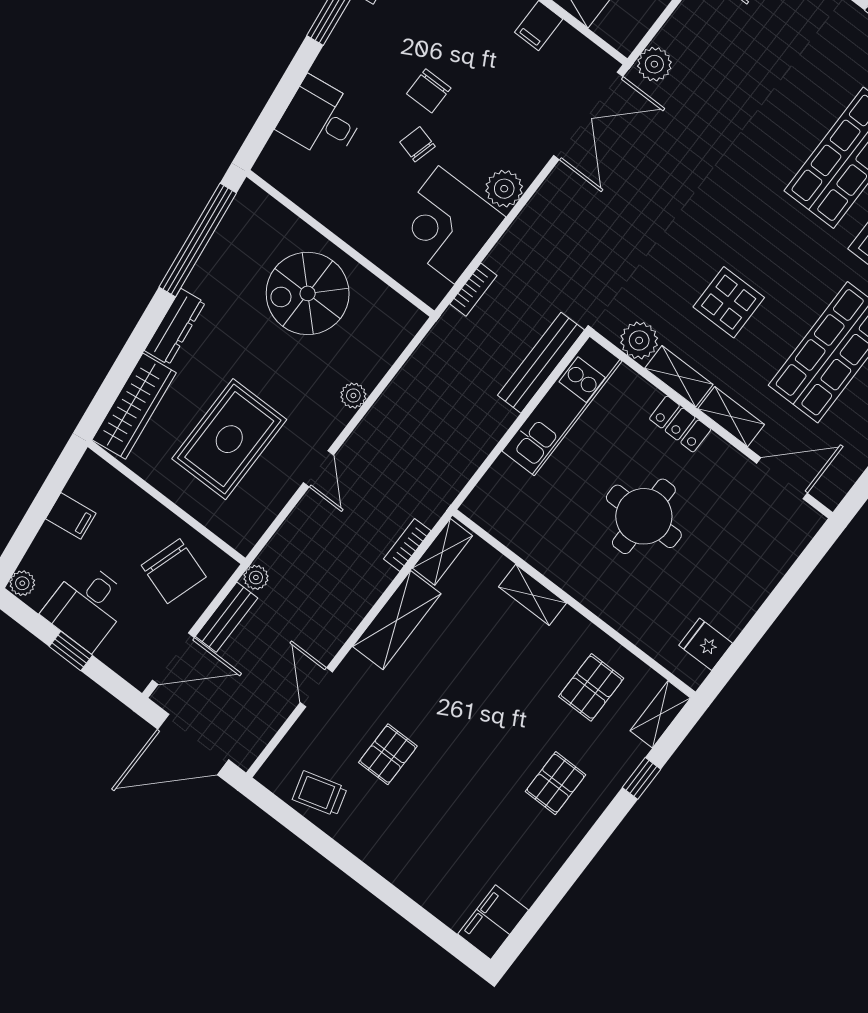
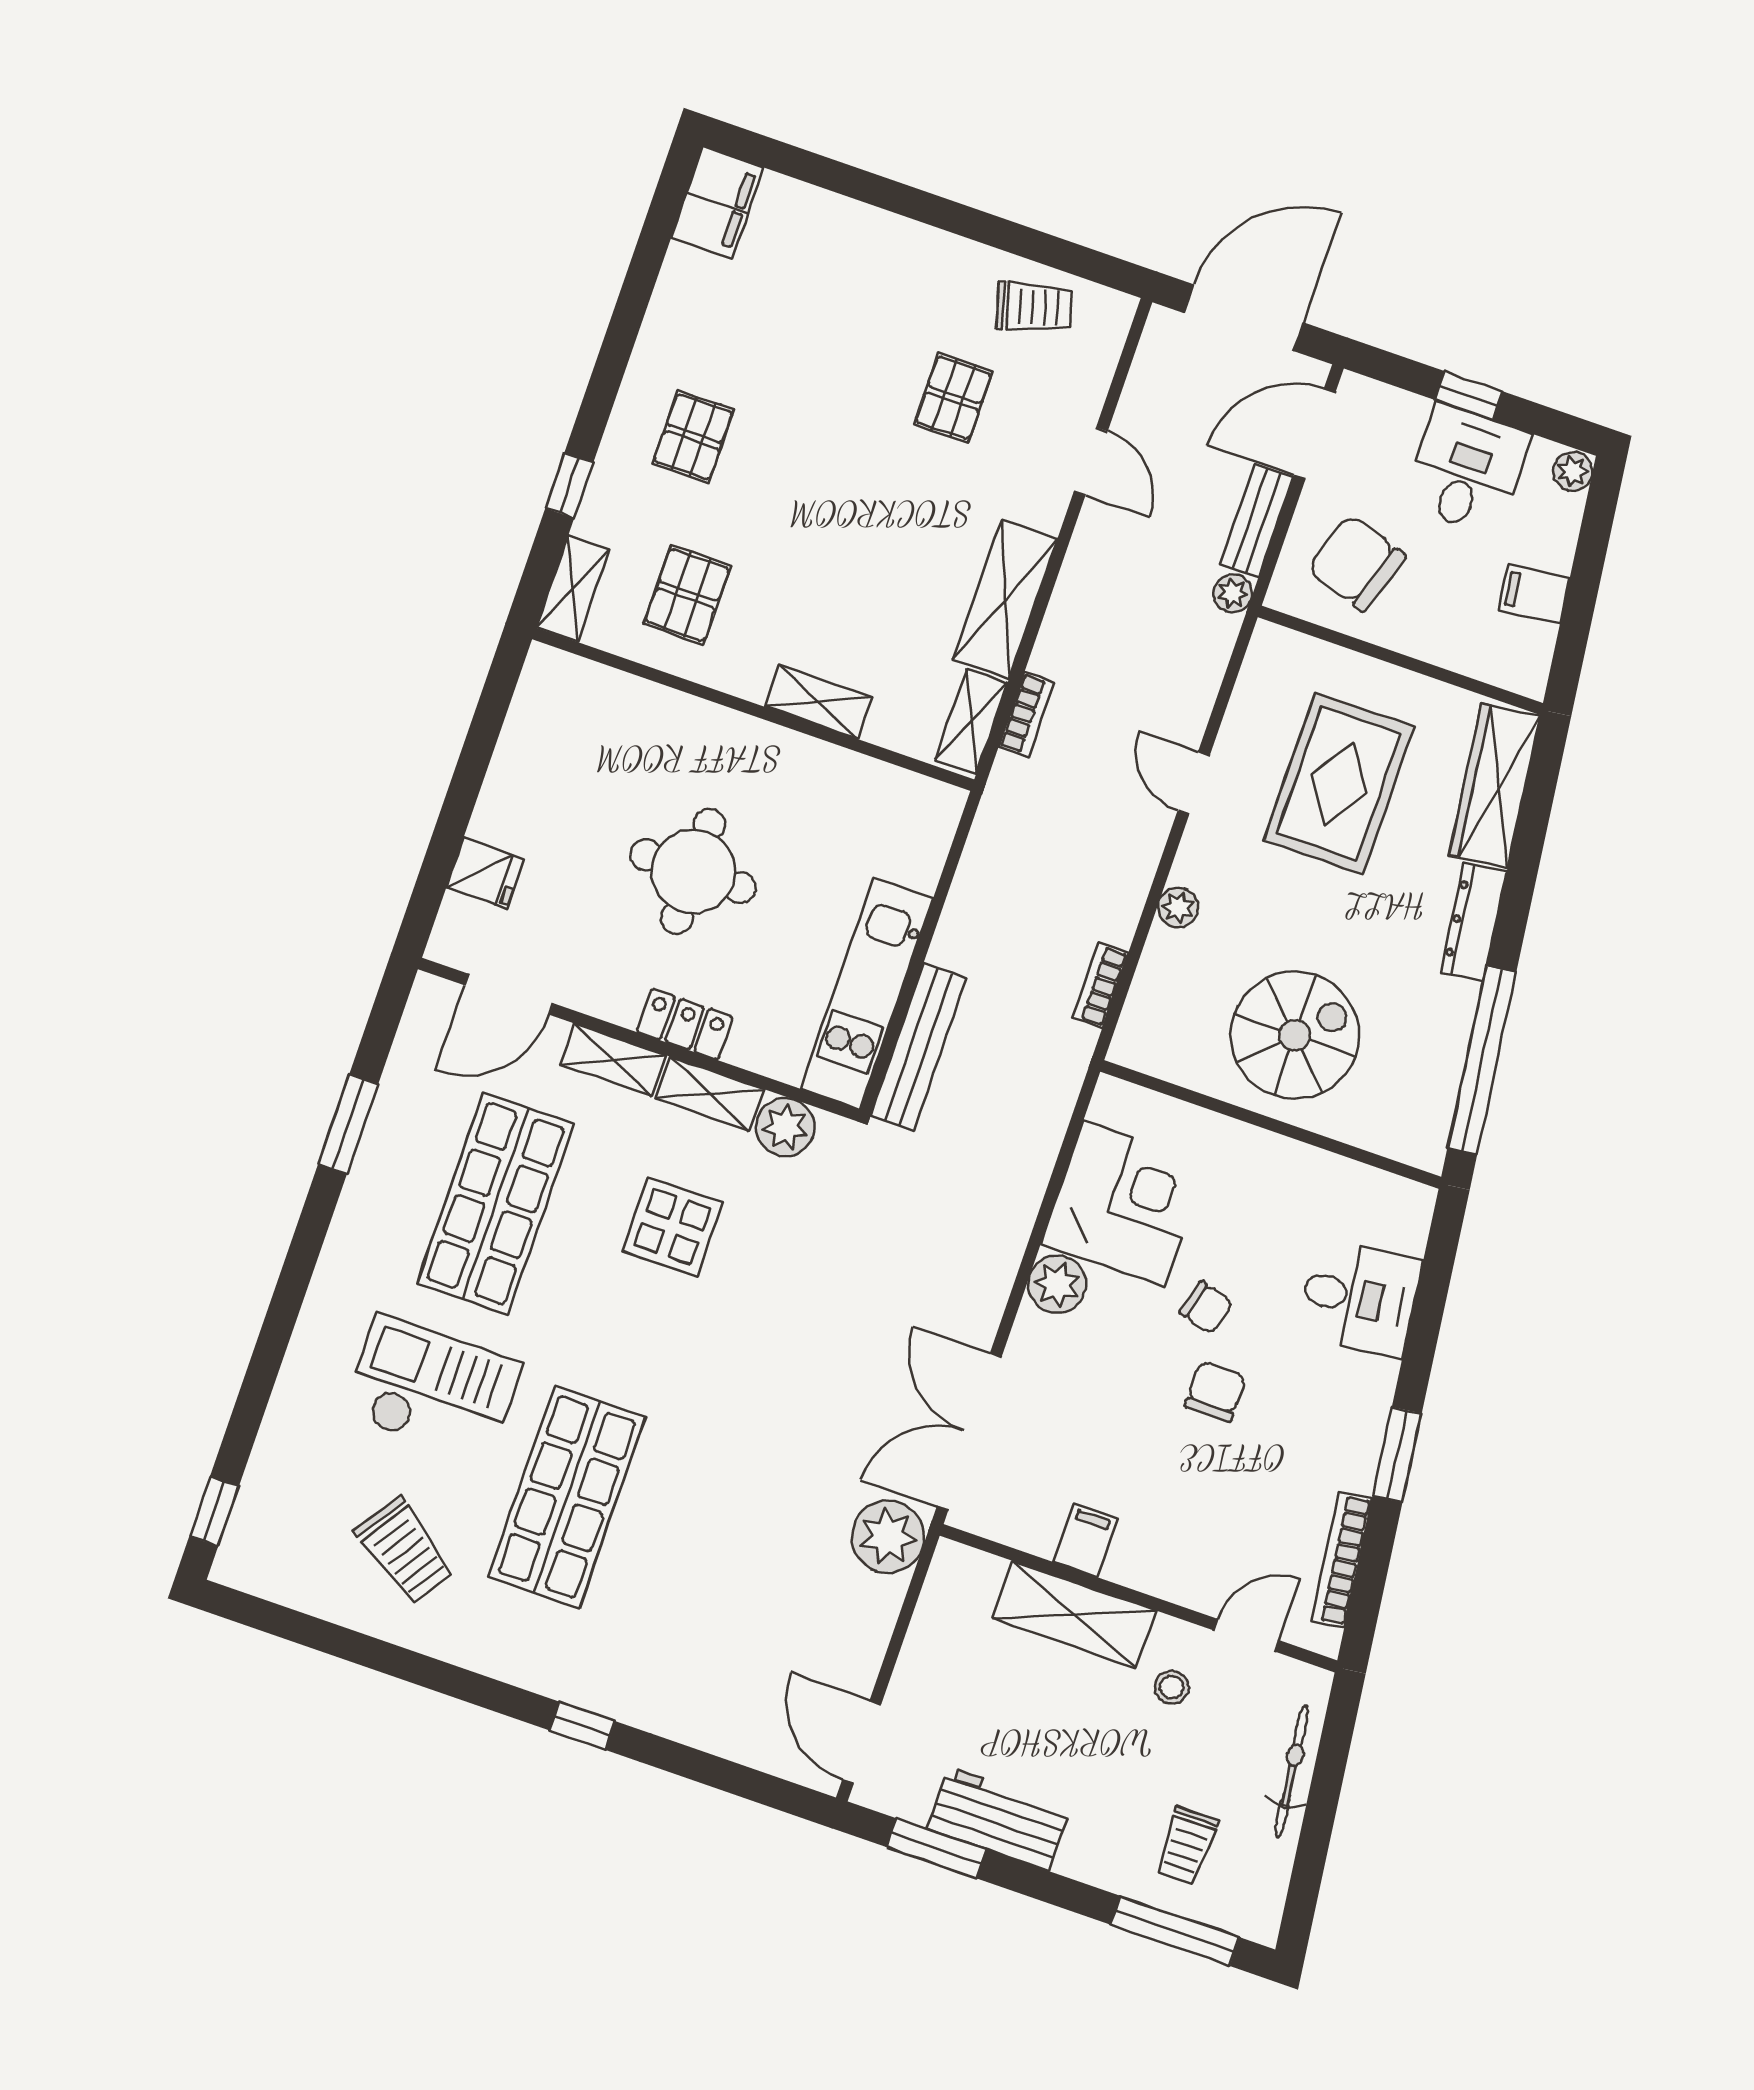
plant: (654, 64) -> (888, 1537), width x1.36, depth x1.36
bookcase: (473, 290) -> (1100, 985), moved
fridge: (706, 644) -> (485, 873), moved

